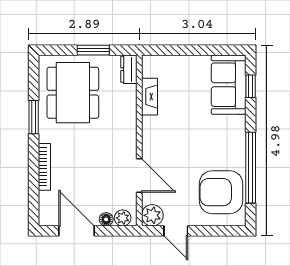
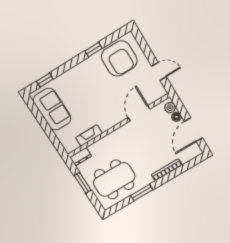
sofa: (229, 85) -> (52, 109), moved, turned -90
window: (251, 168) -> (93, 50), width x0.32
plant: (152, 215) -> (158, 91), removed
door: (176, 231) -> (159, 71), hinge flipped

